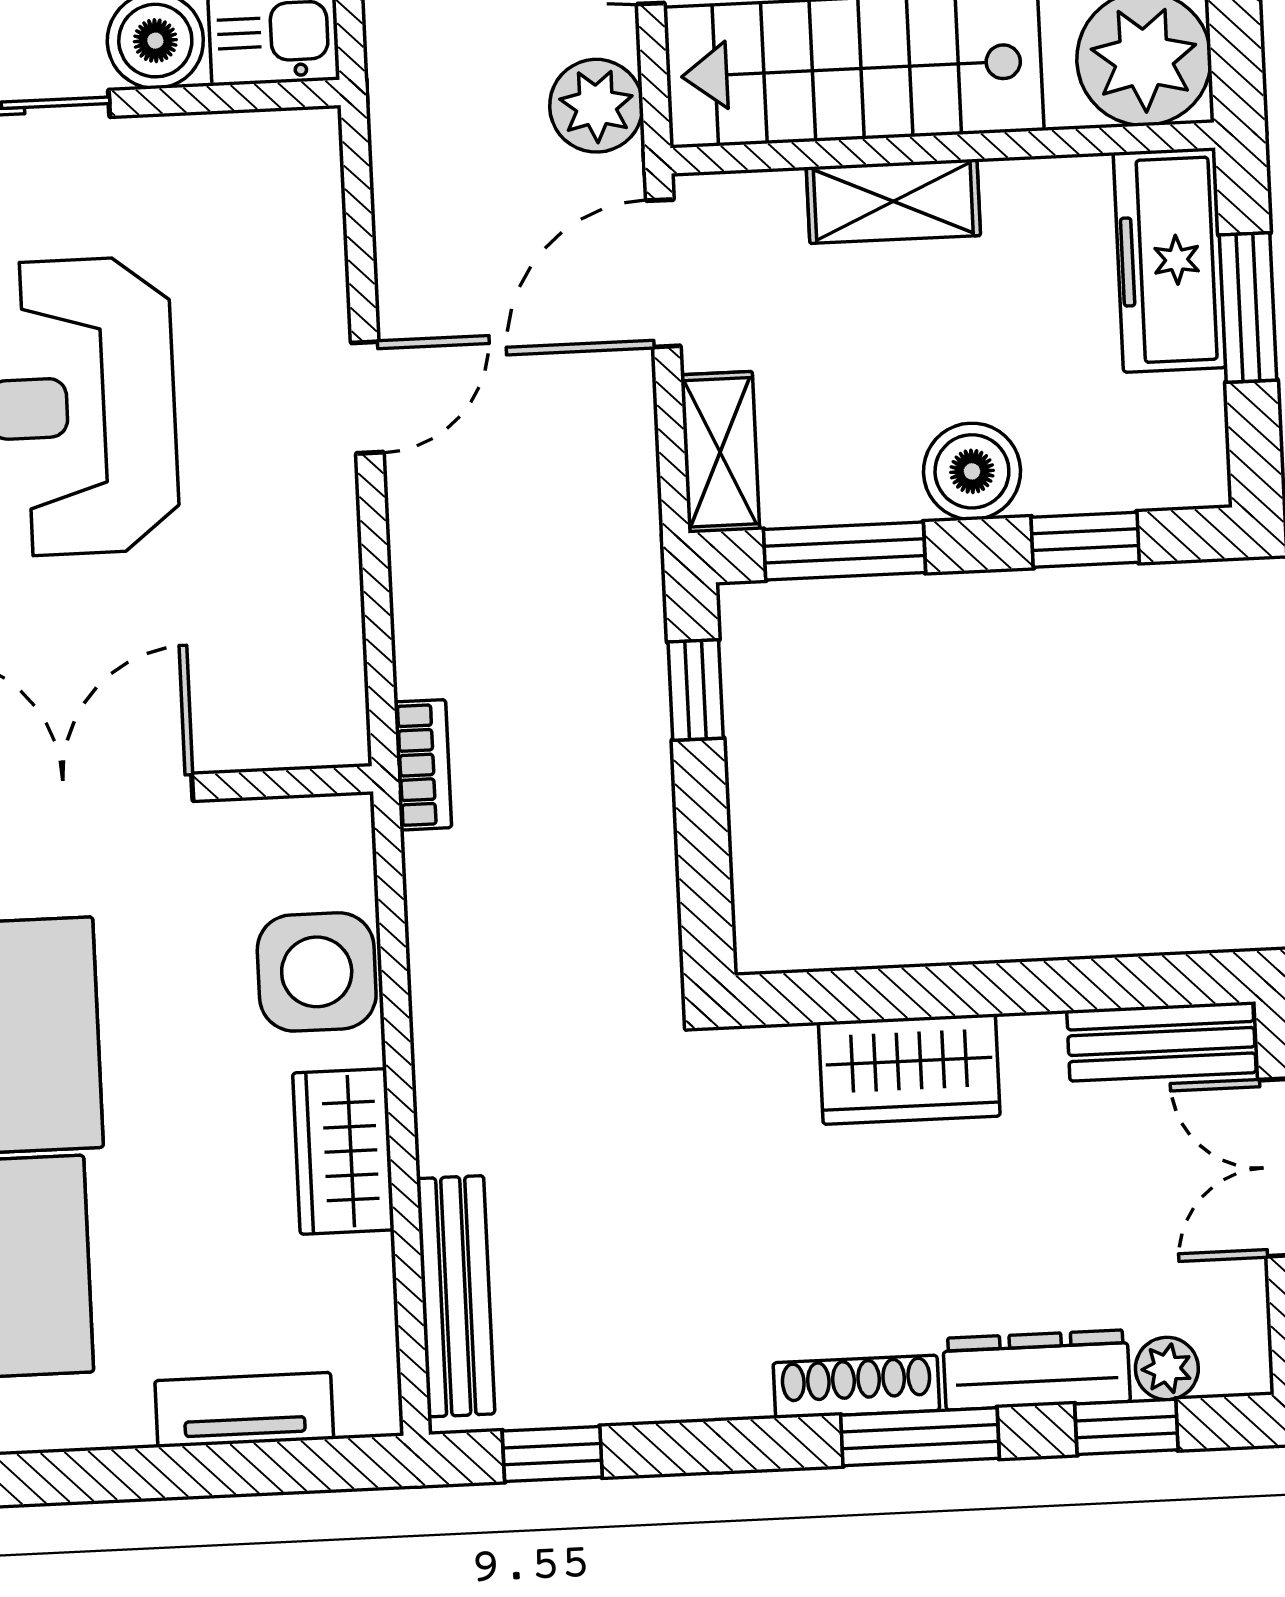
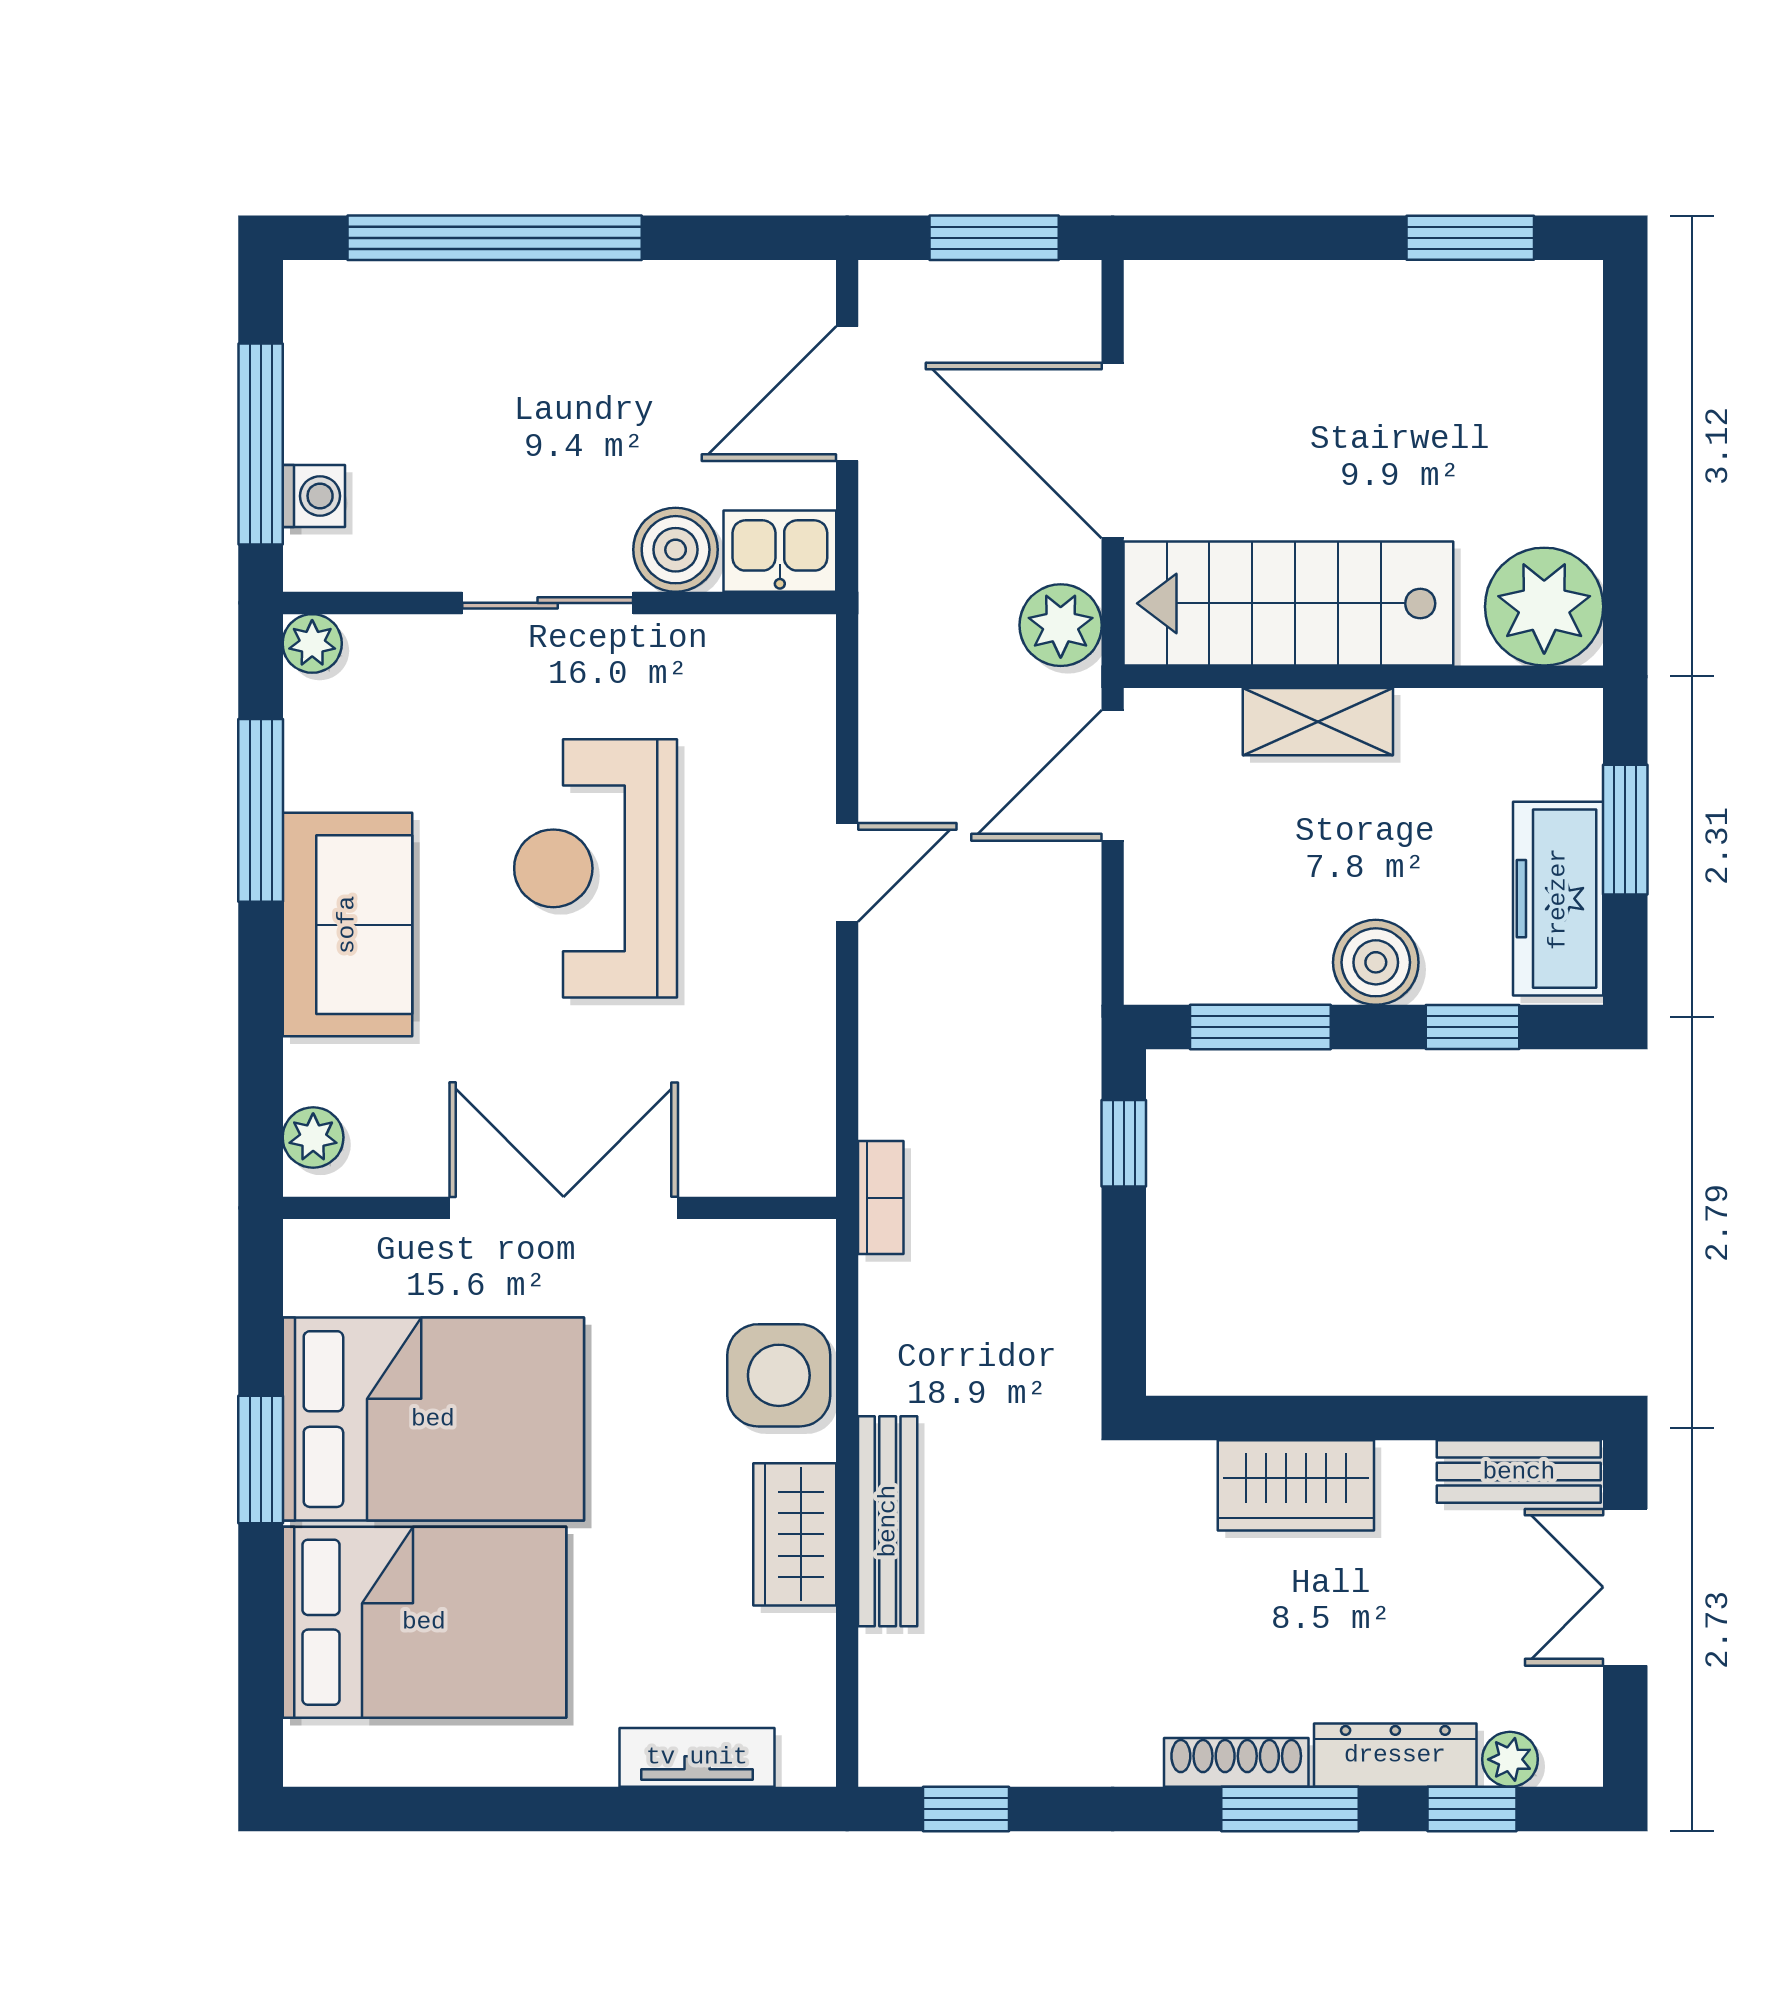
freezer: (1169, 260) -> (1558, 899), moved
shelving: (720, 452) -> (1155, 935), removed
bench: (456, 1296) -> (888, 1521), moved

